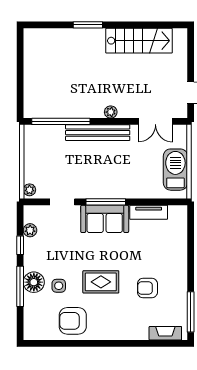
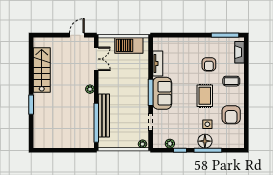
bench: (98, 133) -> (104, 116), moved
coffee table: (123, 321) -> (231, 81), added

